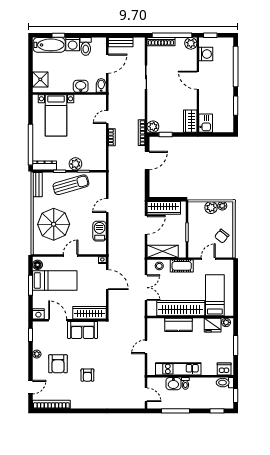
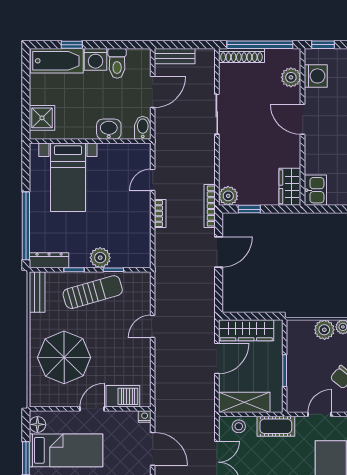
plant: (191, 43) -> (291, 77), moved
barbecue: (100, 231) -> (123, 396), moved, turned 90

